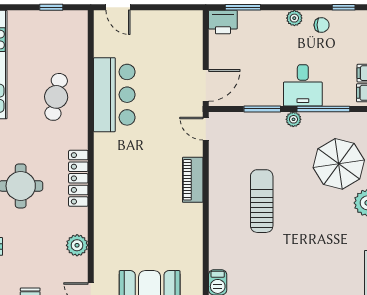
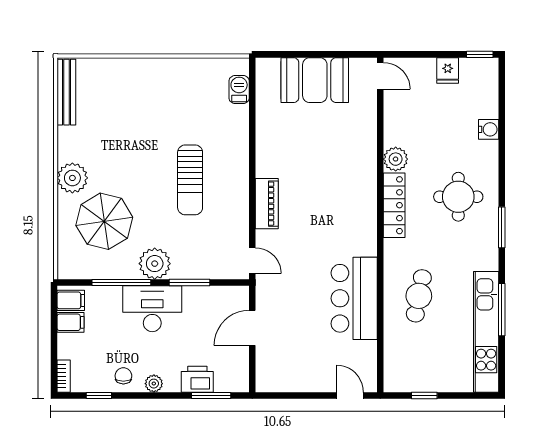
printer: (223, 22) -> (197, 379), moved
chair: (322, 25) -> (123, 376), turned 90
door: (206, 85) -> (252, 328), moved
desk: (303, 85) -> (152, 309), width x1.37
plant: (293, 119) -> (155, 264), width x1.87, depth x1.87
plant: (77, 245) -> (396, 159), moved

